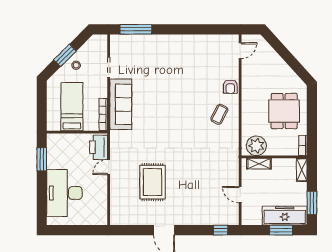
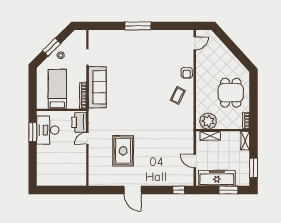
window: (136, 29) -> (138, 26), moved
desk: (64, 193) -> (48, 130), moved, width x0.73, depth x0.77
freezer: (285, 216) -> (217, 178), moved

